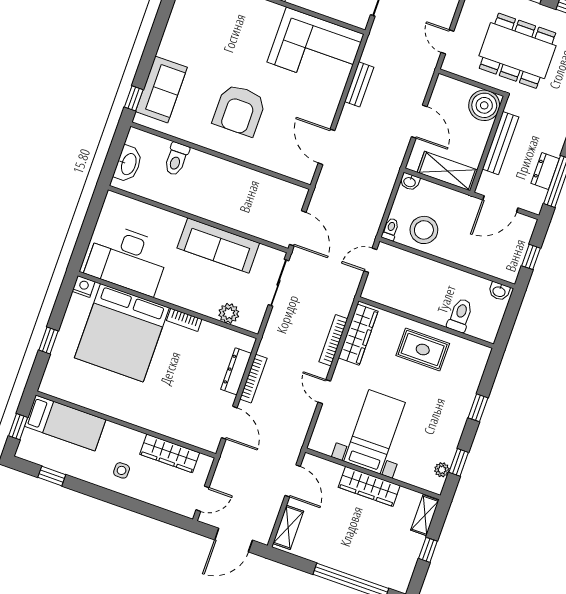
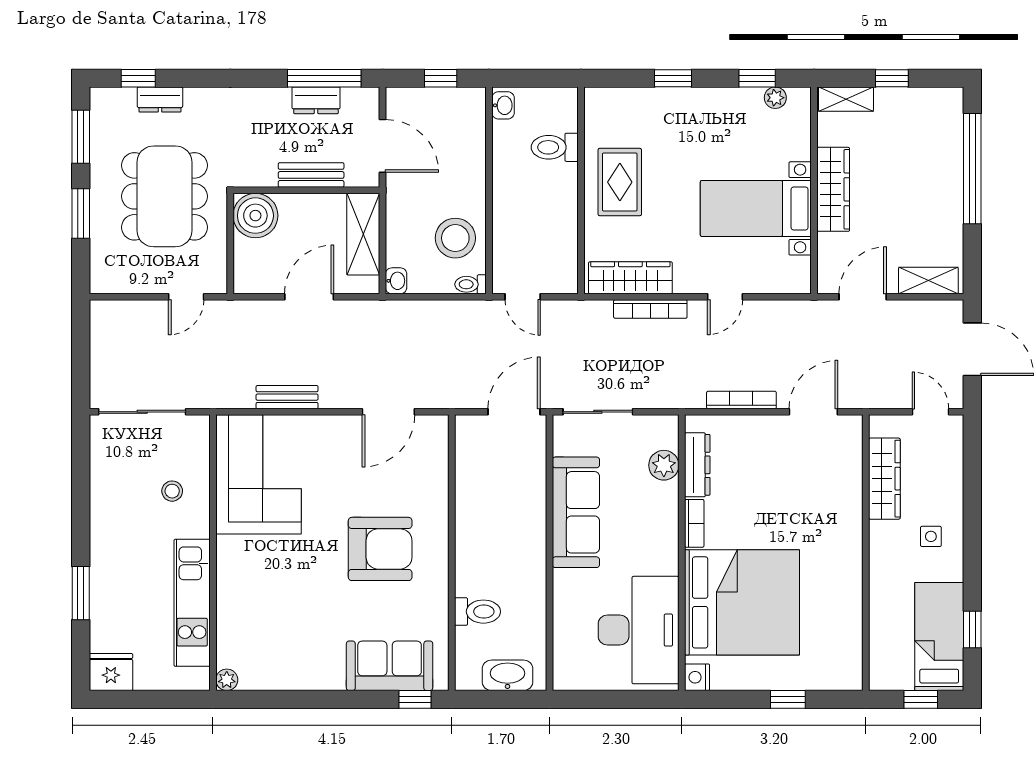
bench: (501, 143) -> (311, 175), width x0.73
dresser: (236, 371) -> (697, 465), moved, turned -90
bed: (65, 423) -> (939, 637), moved

